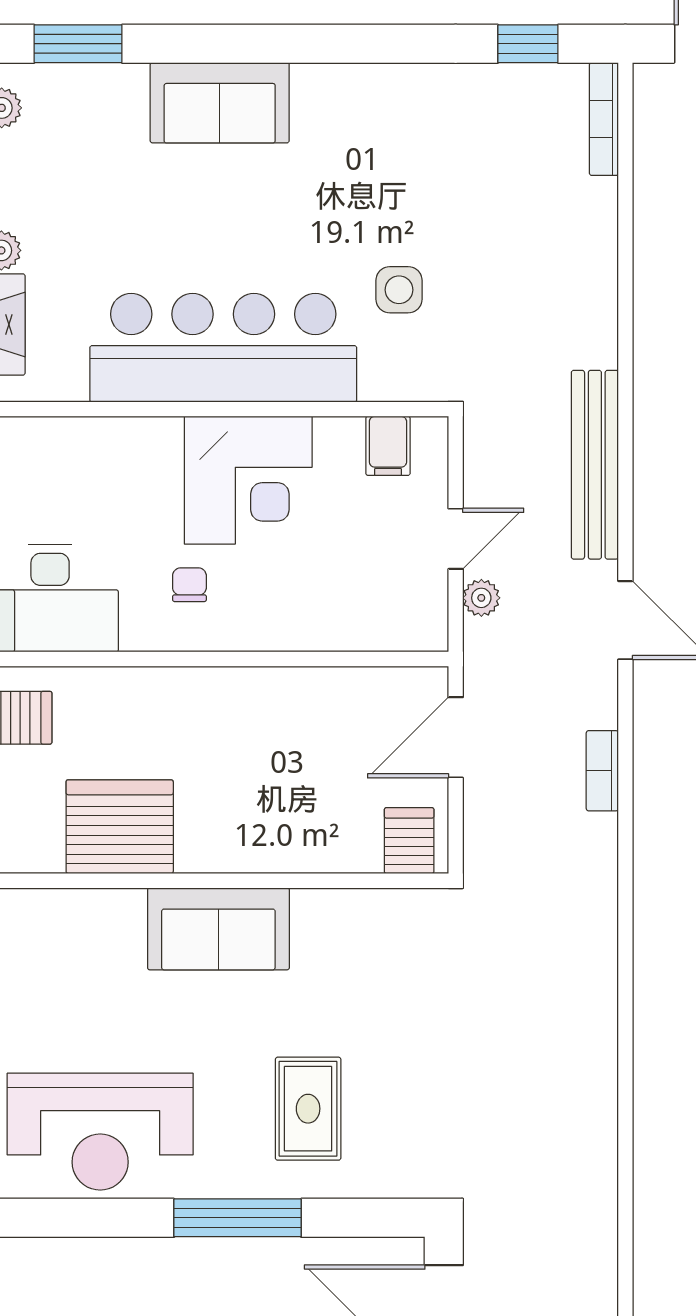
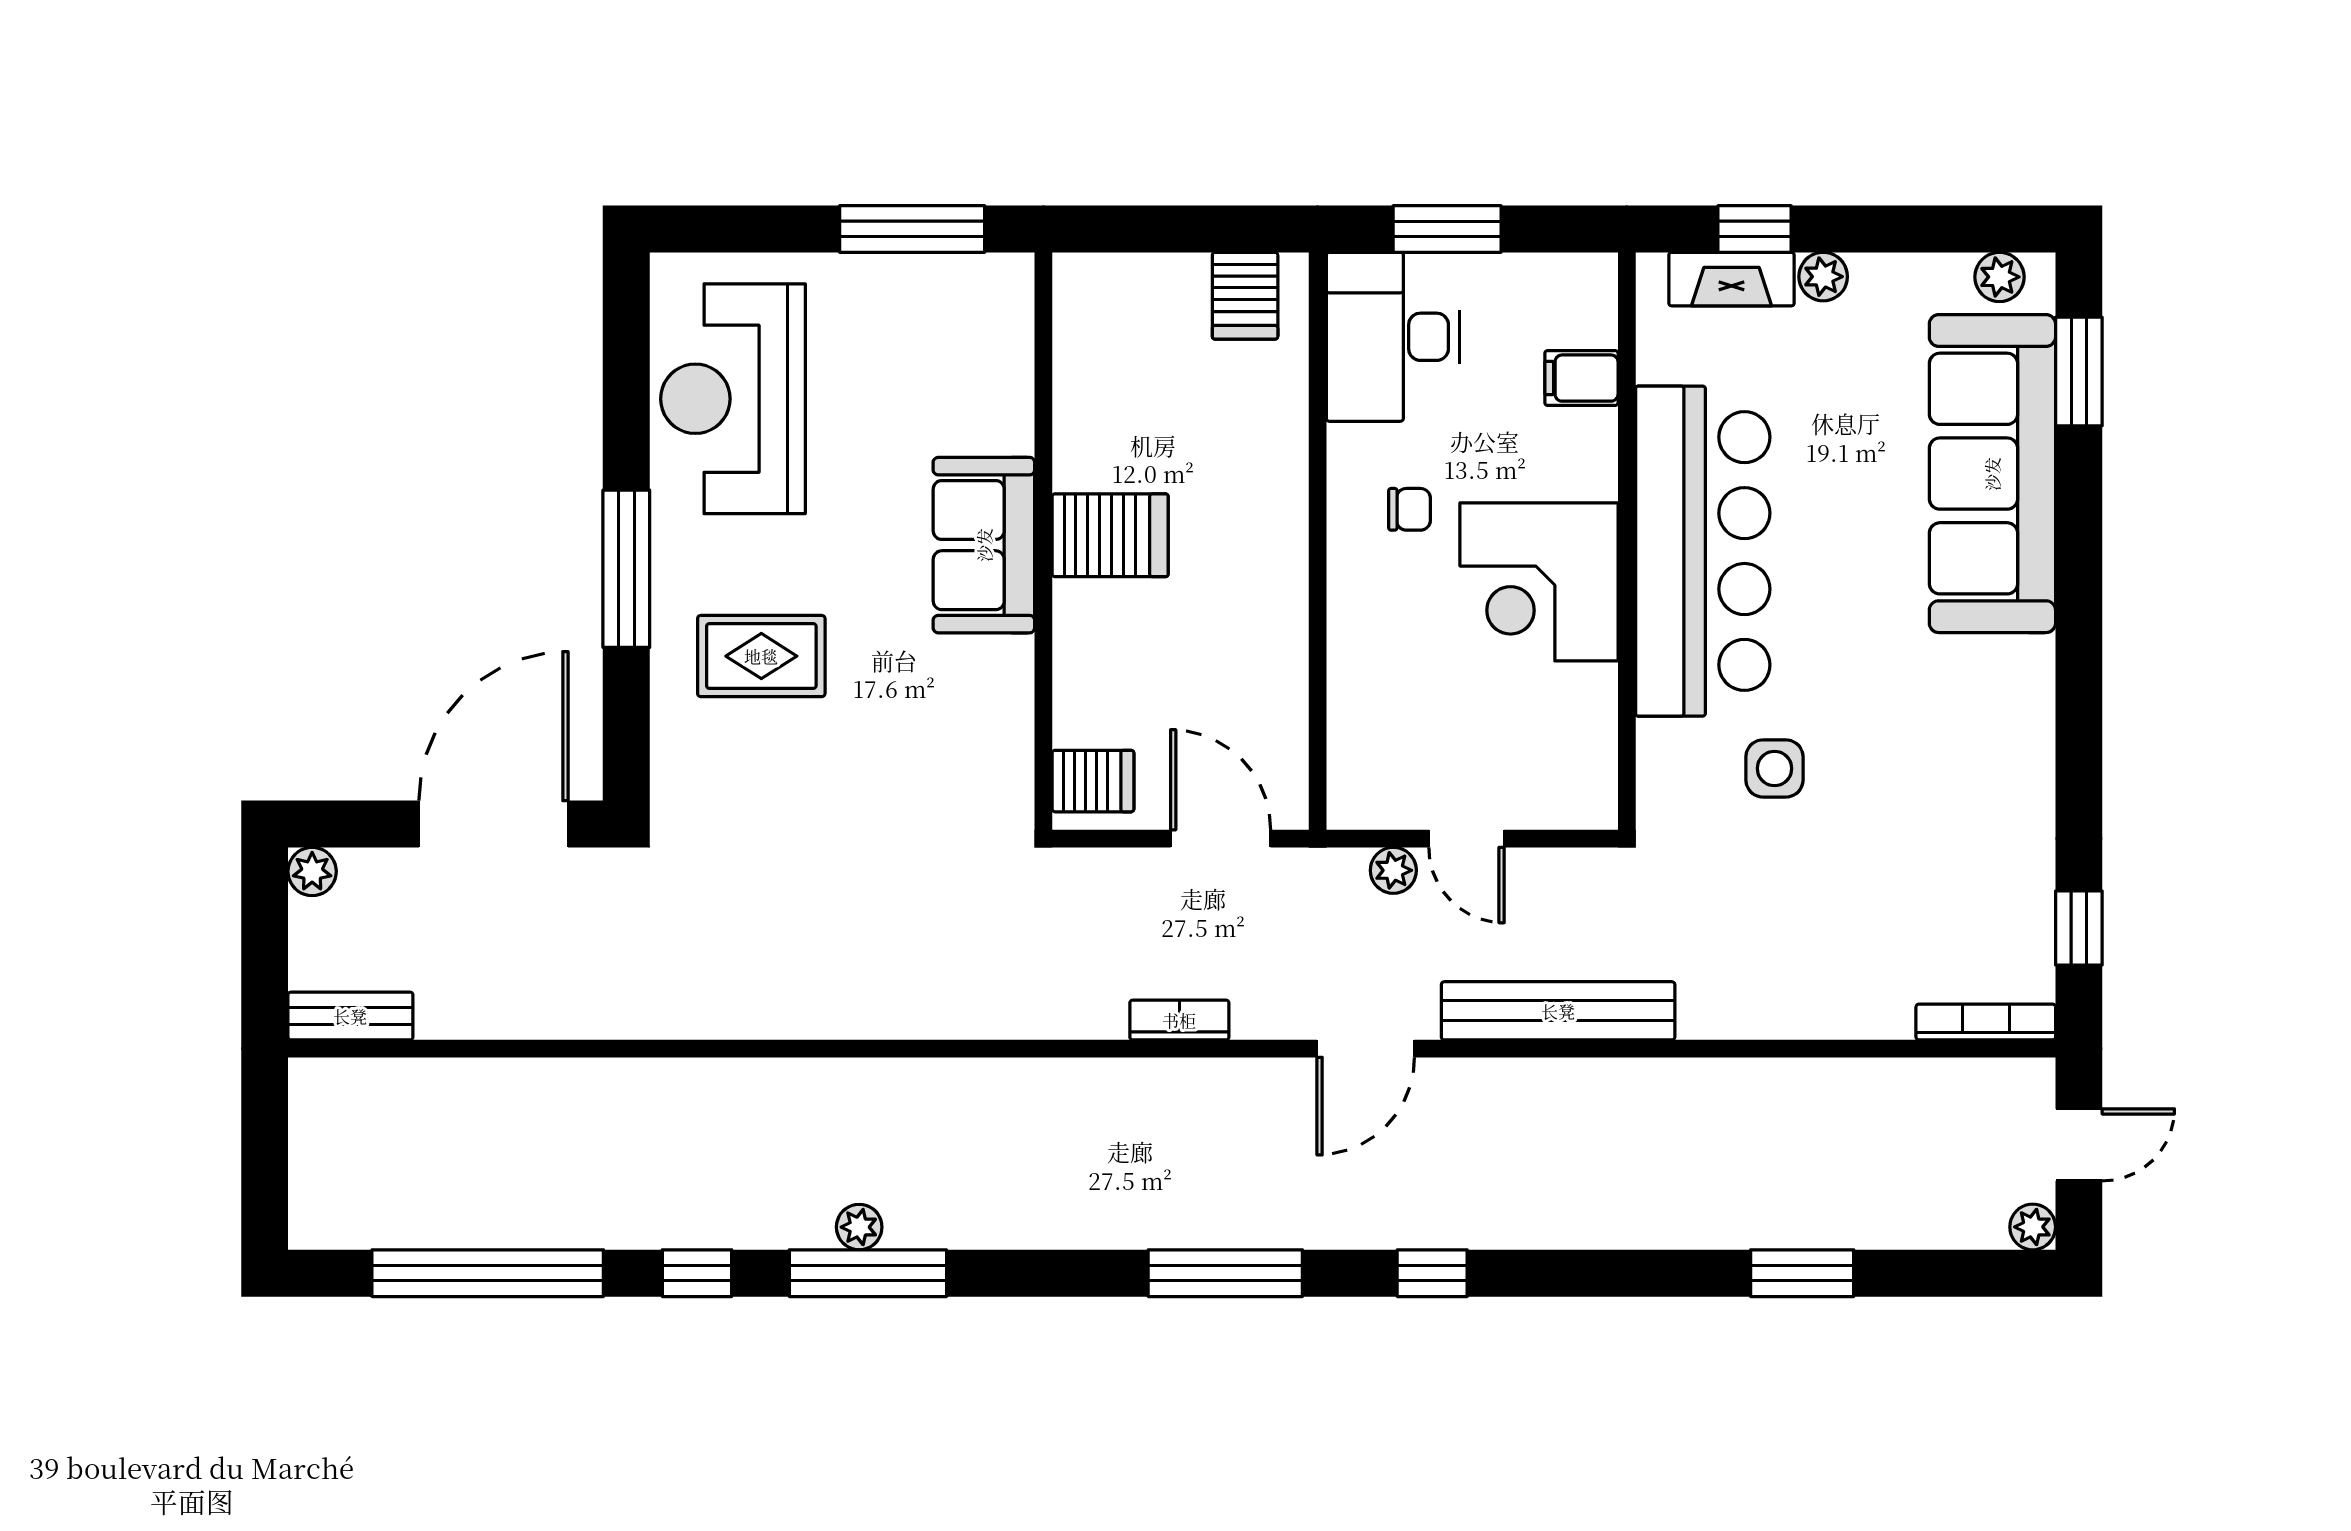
sofa: (220, 103) -> (1992, 474), width x1.85, depth x1.27
filing cabinet: (388, 446) -> (1581, 378), moved
server rack: (120, 827) -> (1110, 535), moved, width x0.62

